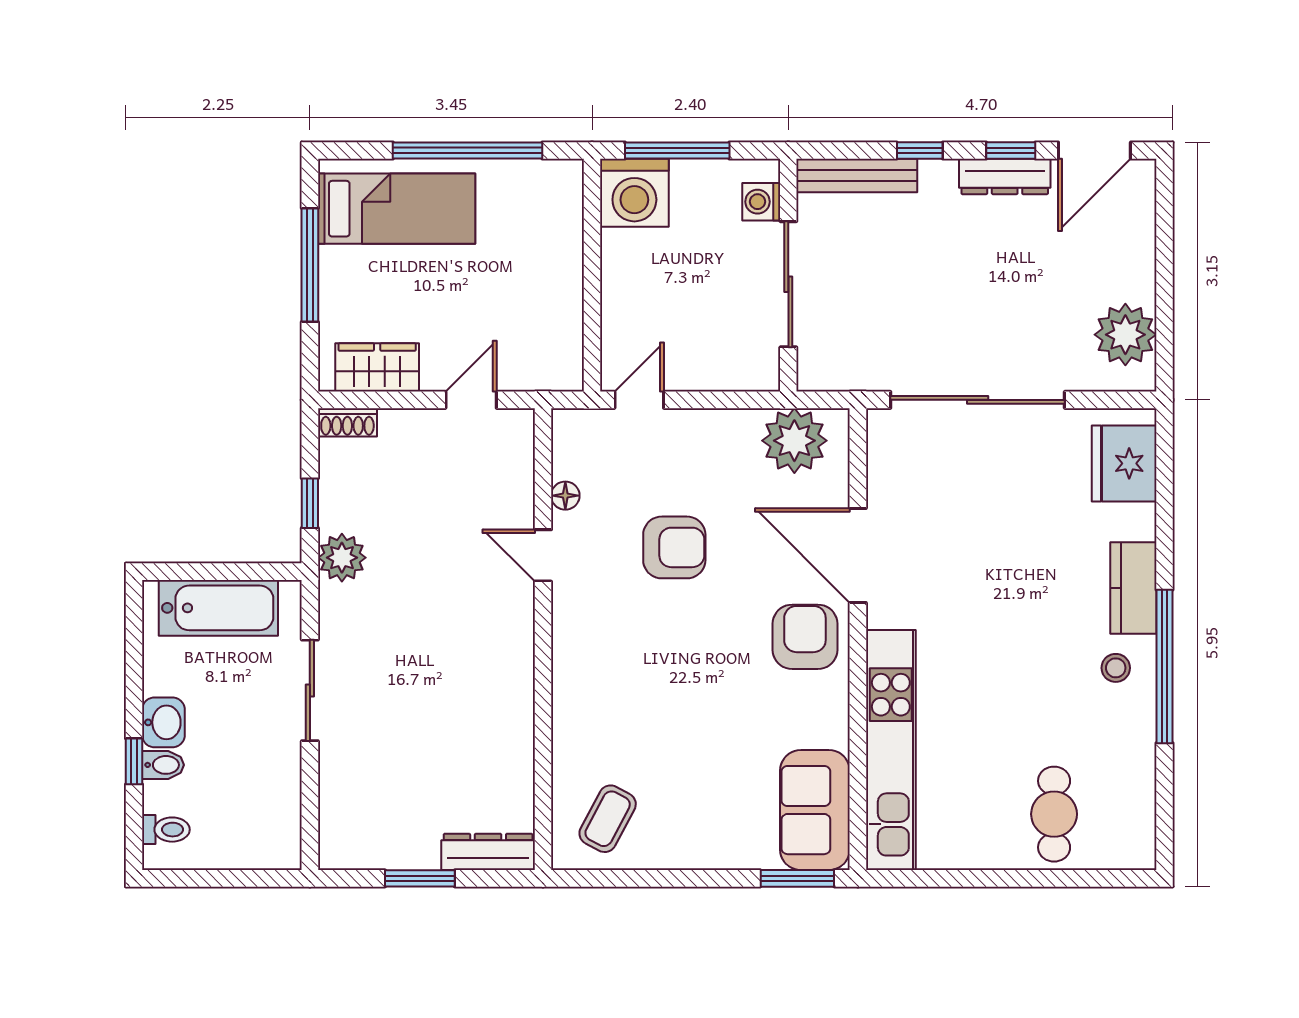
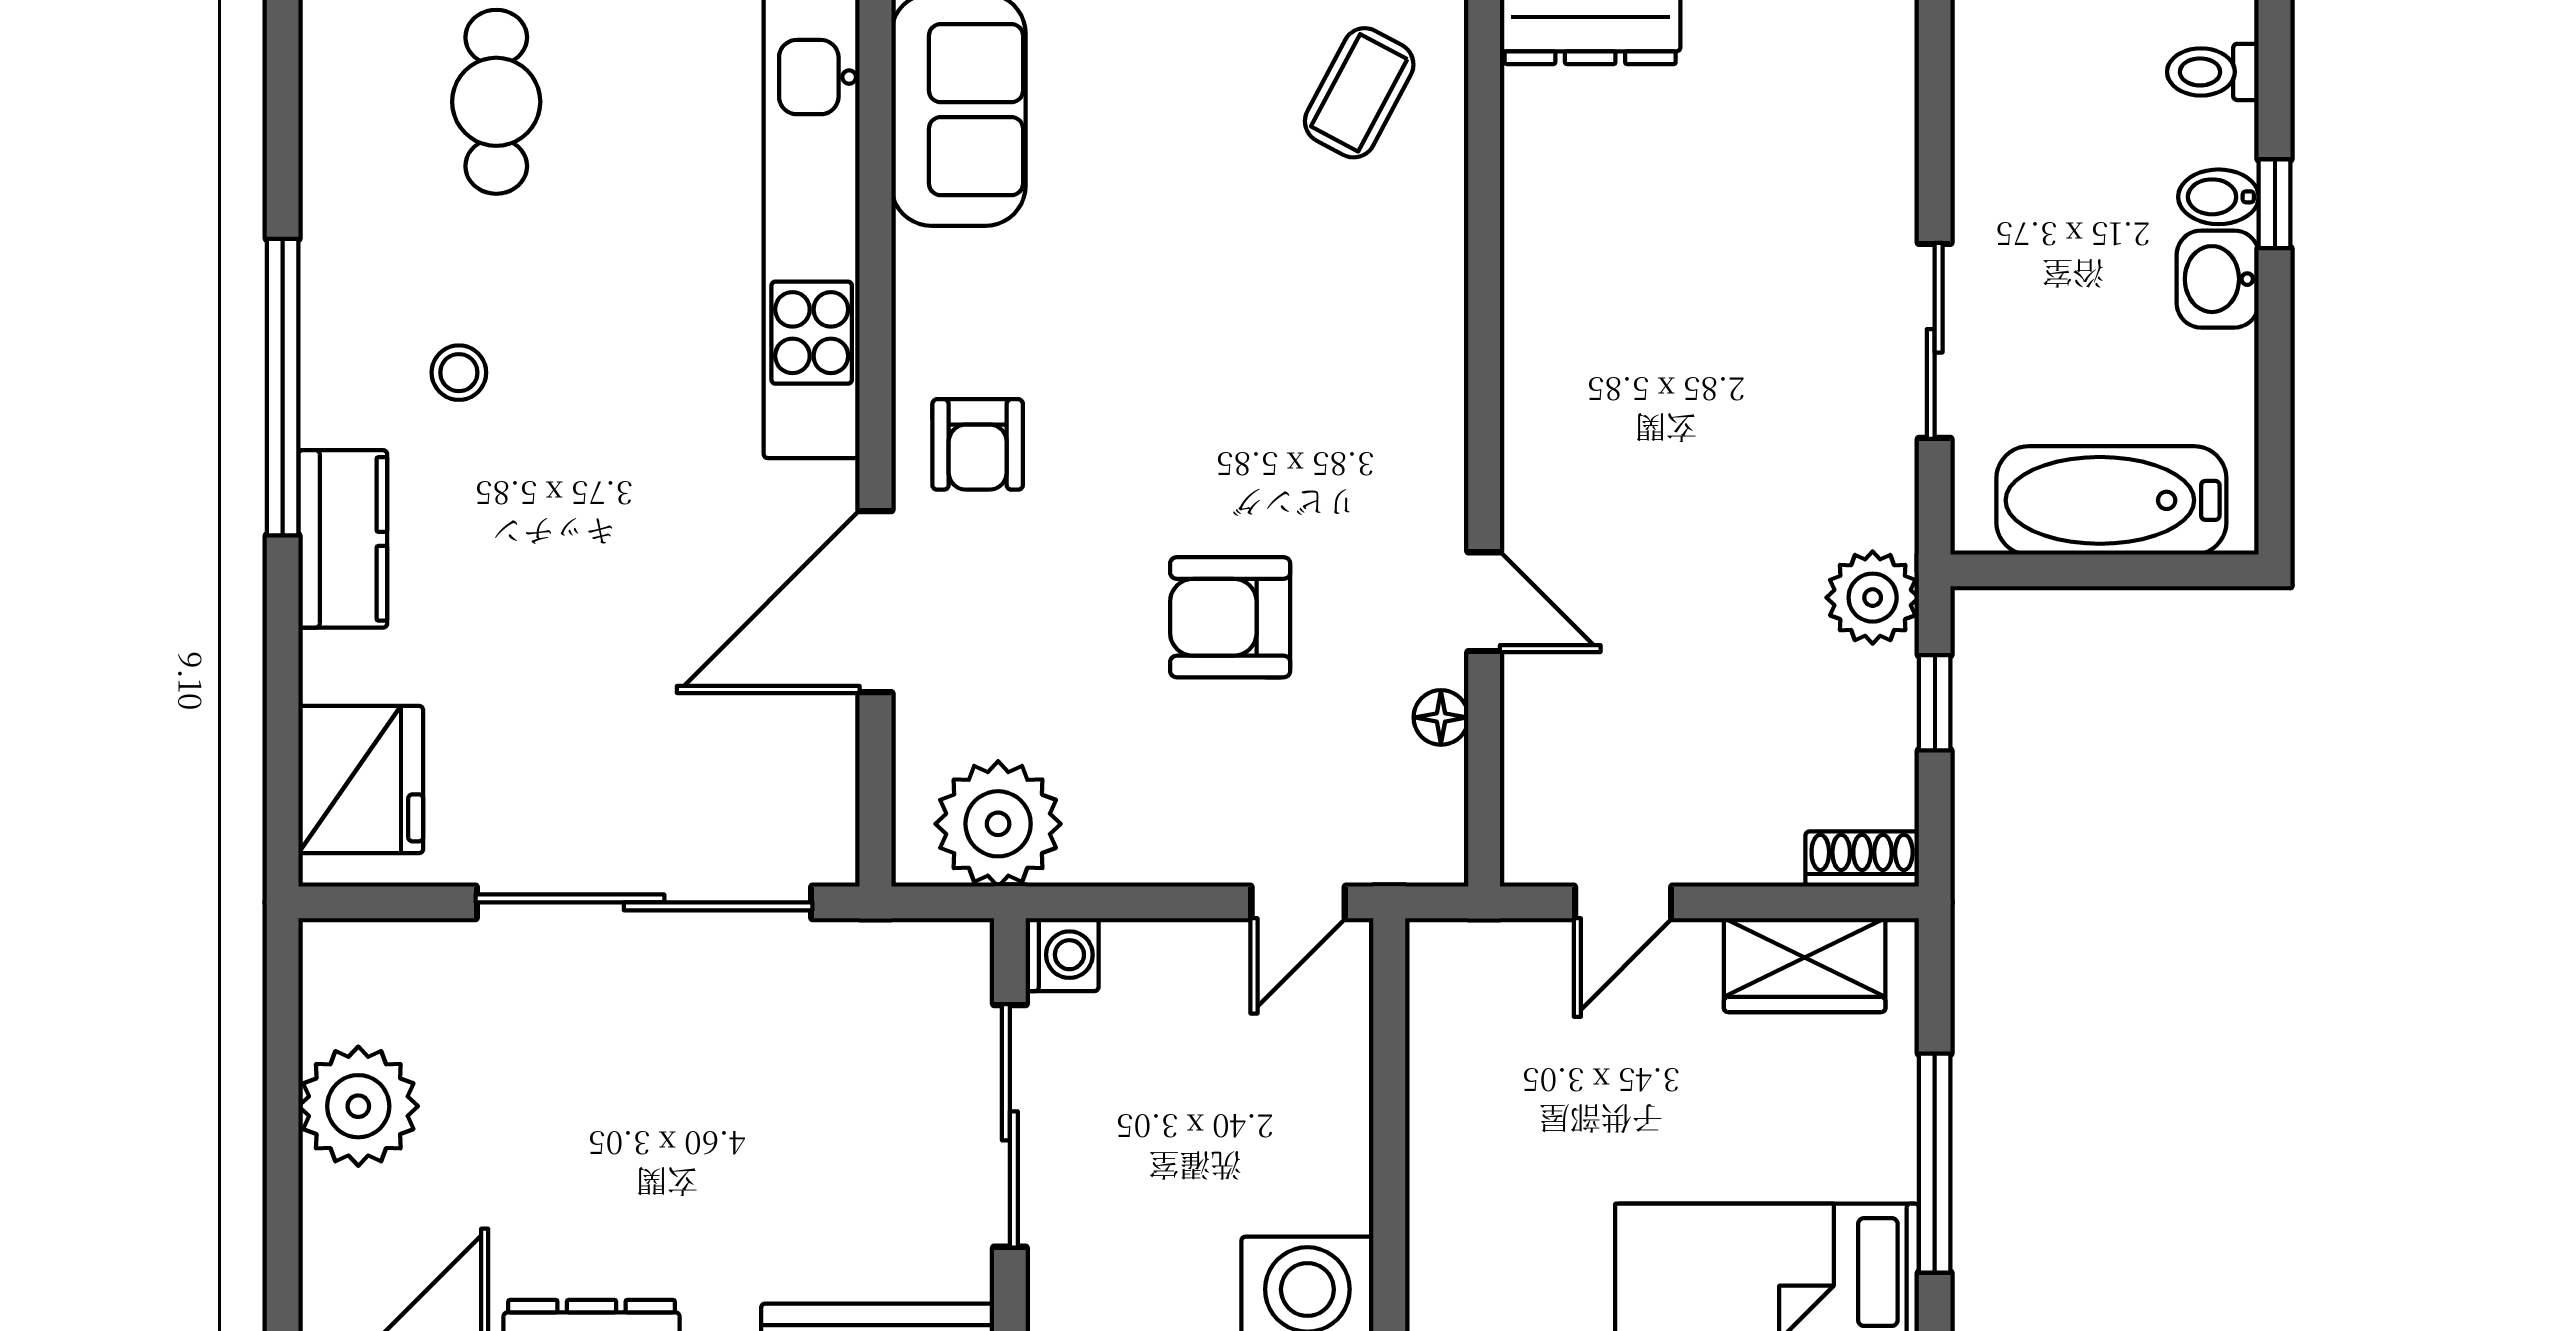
washing machine: (761, 202) -> (1062, 955), moved
plant: (1125, 335) -> (358, 1106), moved
door: (858, 556) -> (875, 602), swing flipped
armchair: (805, 637) -> (978, 444), width x0.72, depth x0.72
stool: (1116, 668) -> (459, 373), moved

